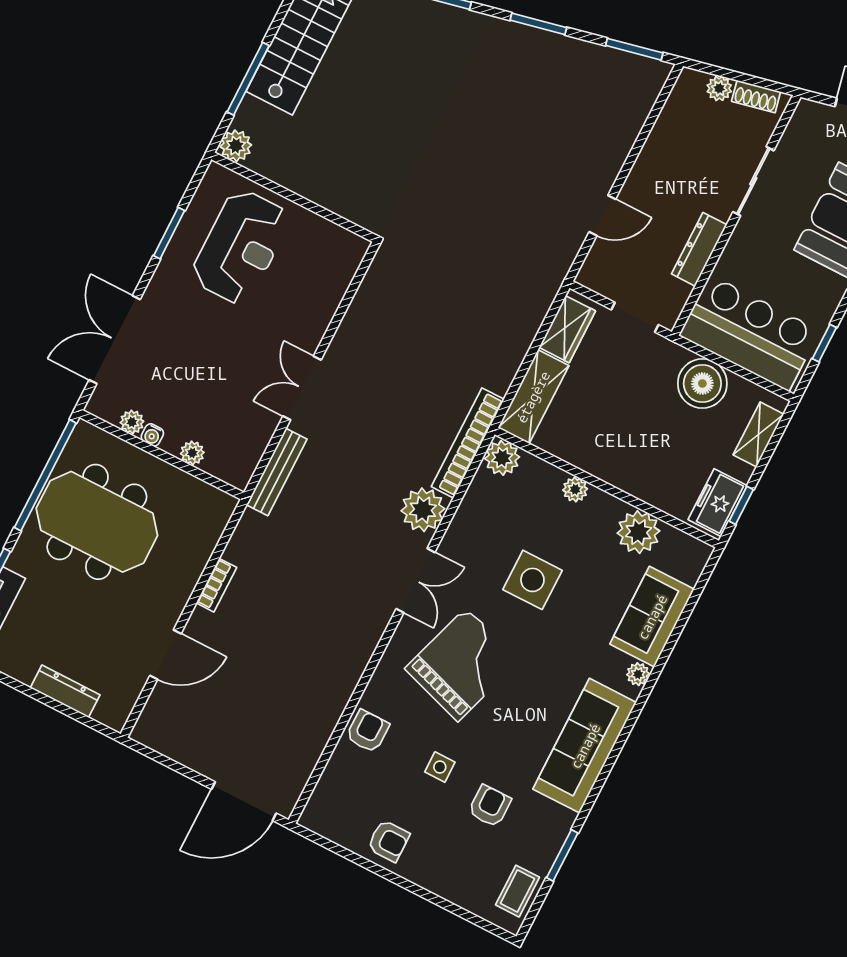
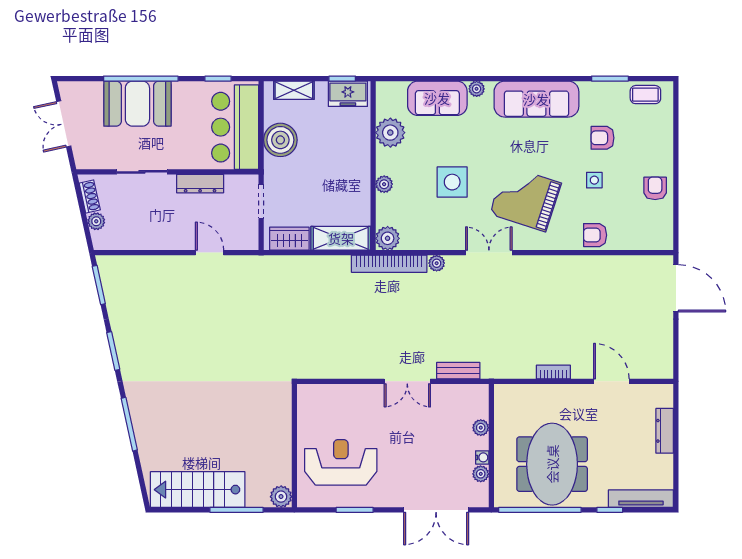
bench: (277, 472) -> (458, 371), width x0.73
plant: (423, 510) -> (437, 263), width x0.53, depth x0.53

